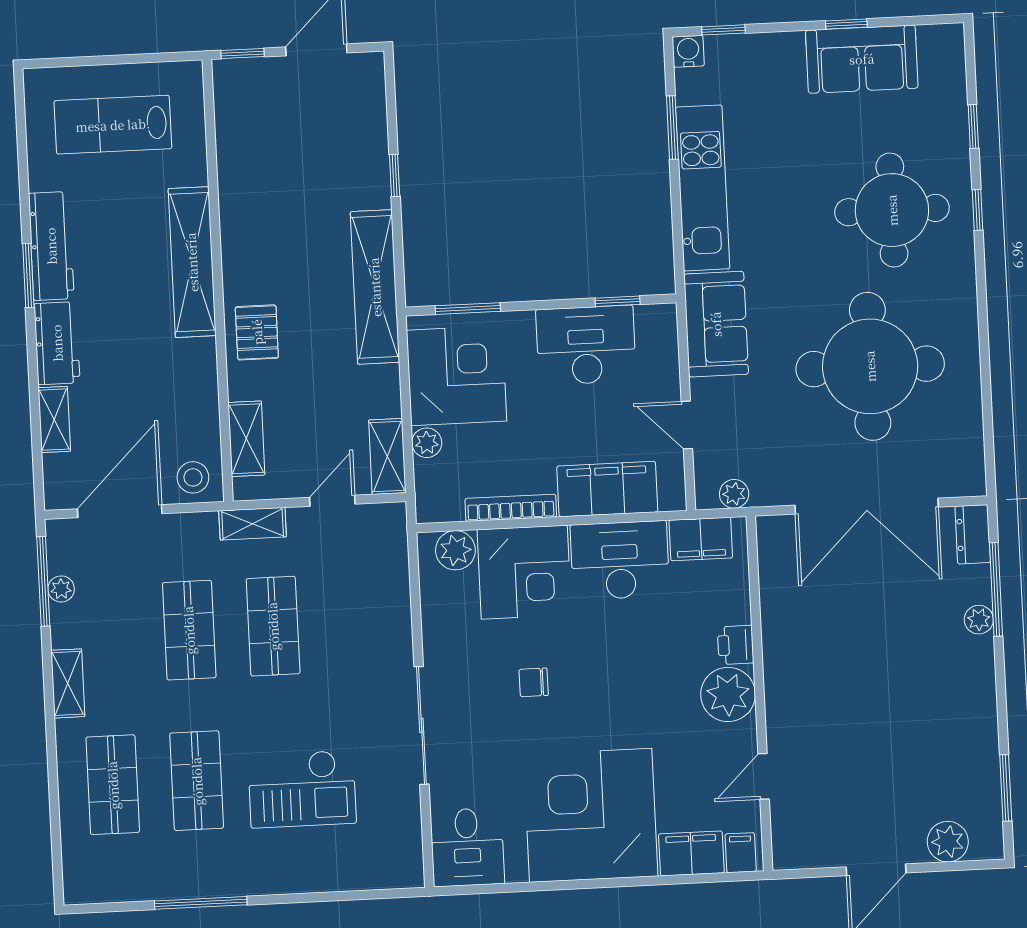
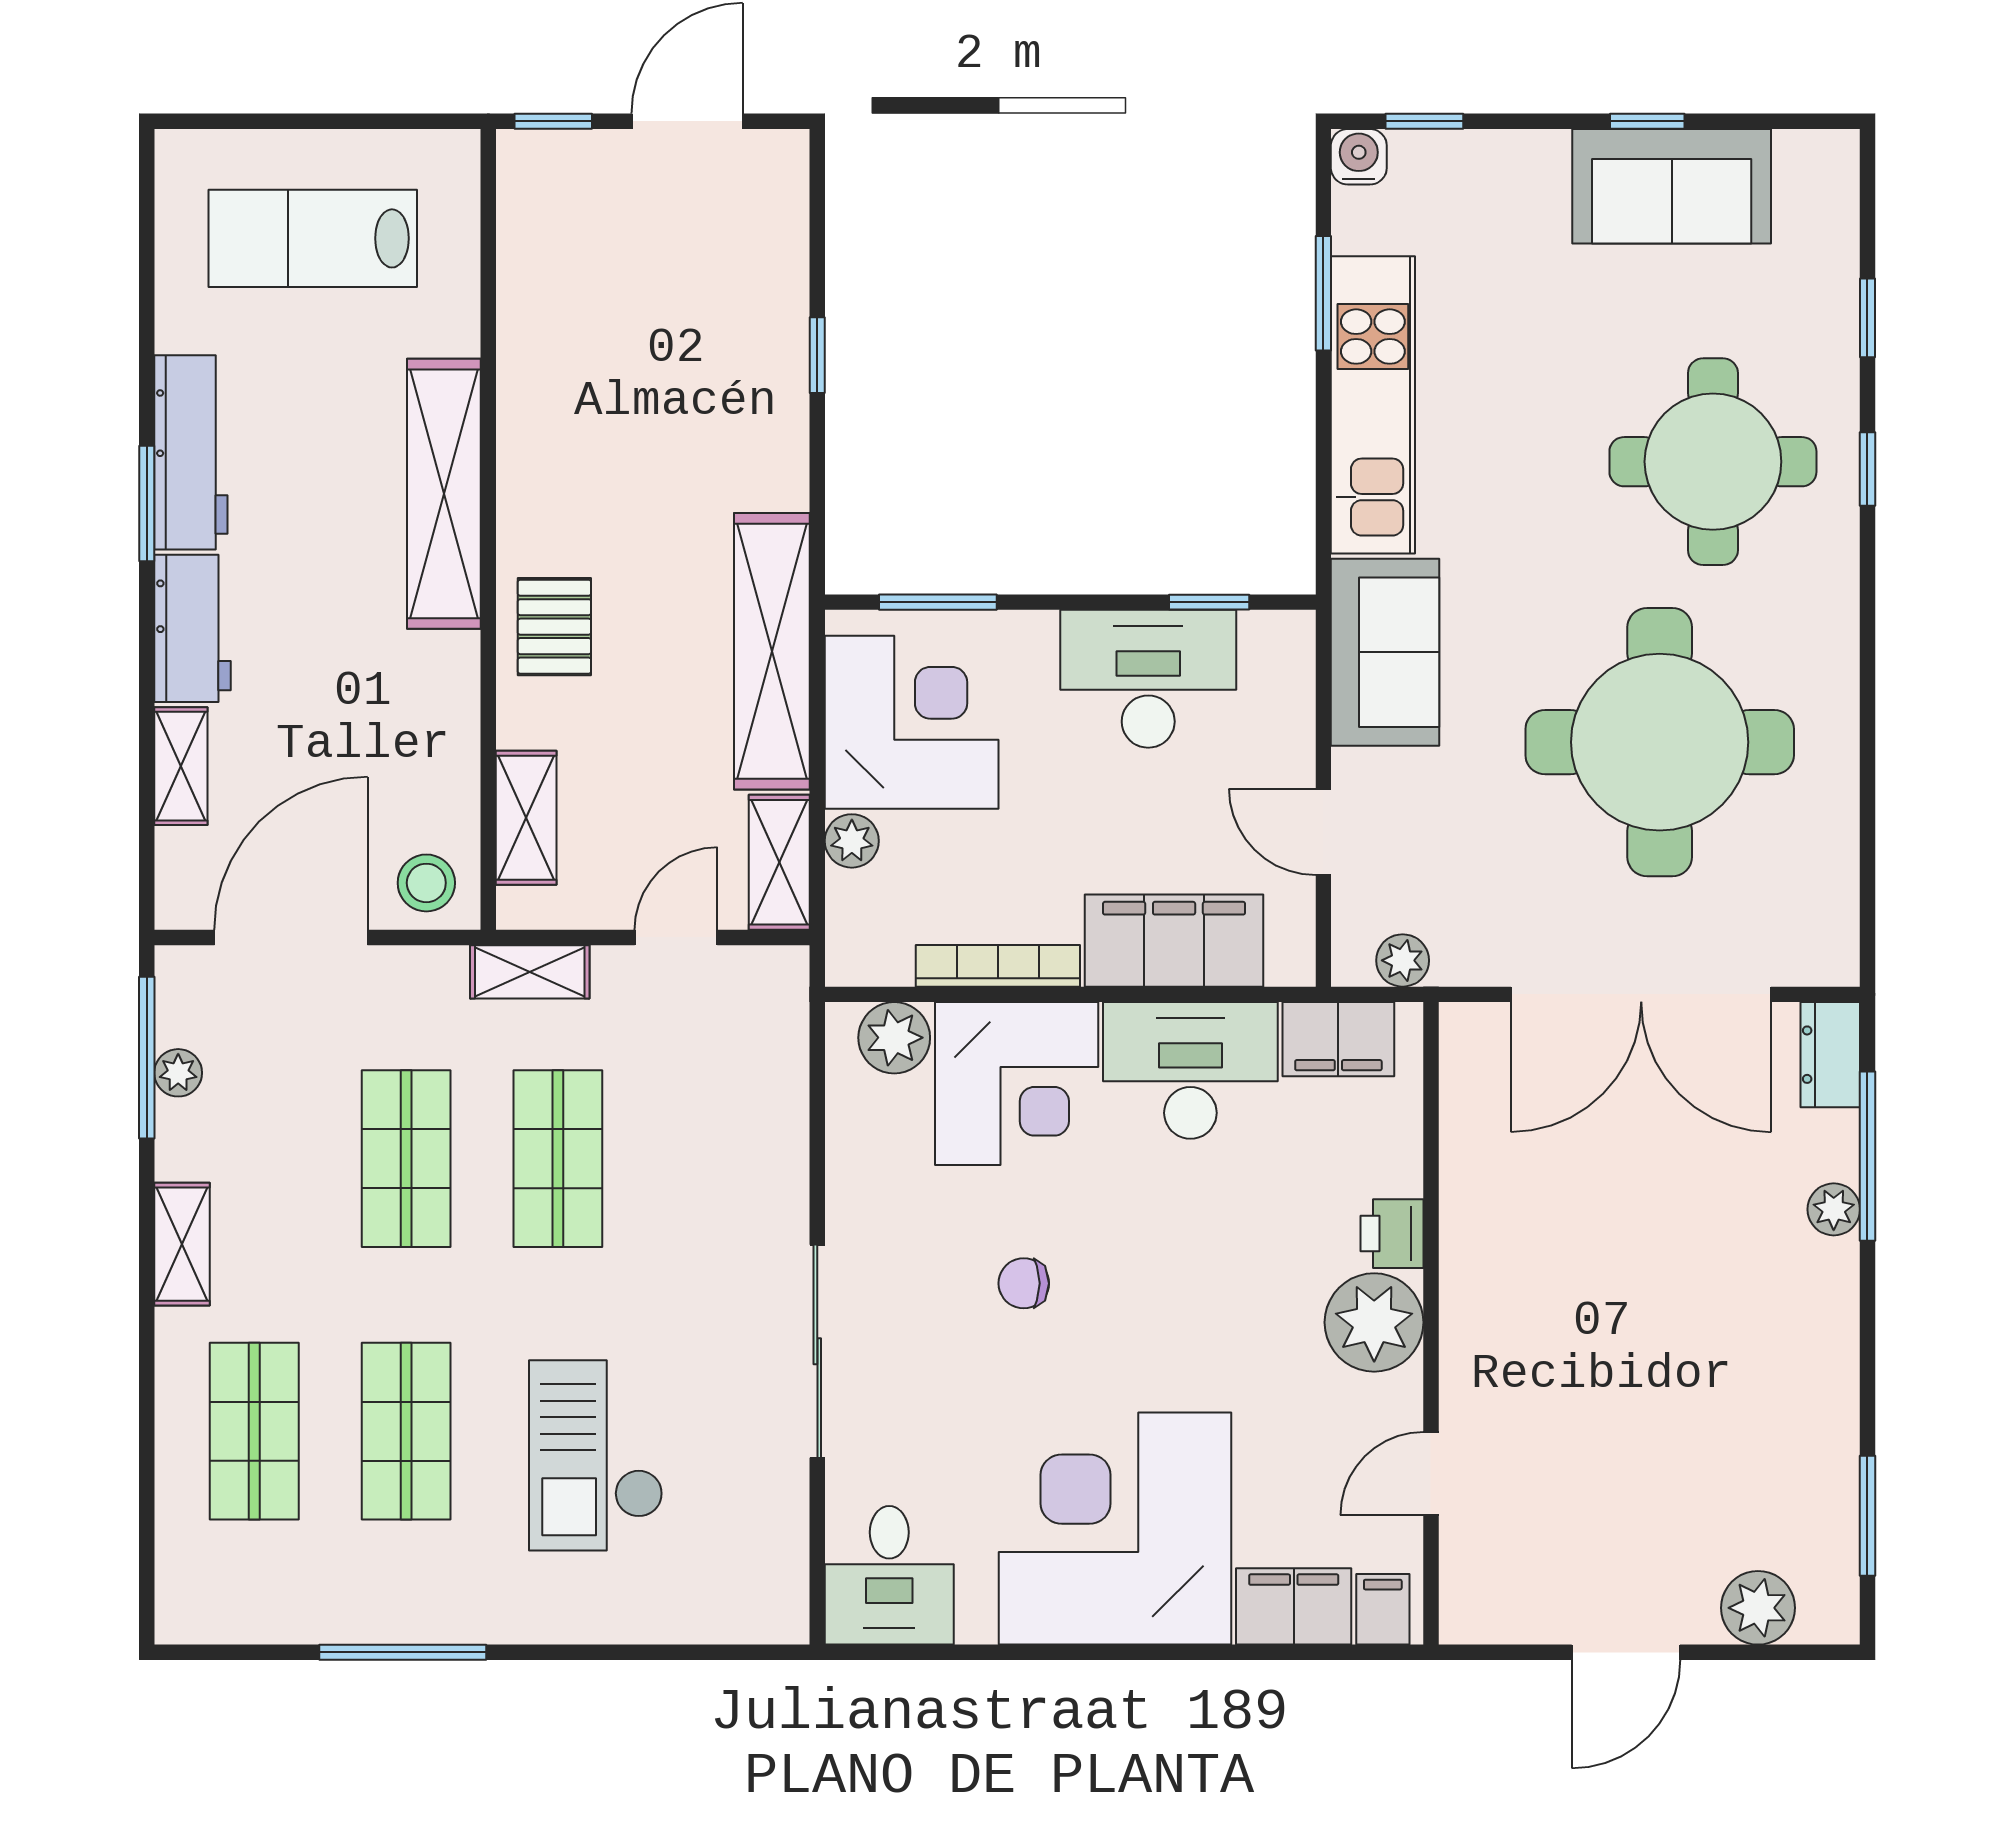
shelving: (375, 287) -> (772, 651), moved
checkout: (302, 789) -> (596, 1455), turned 90

